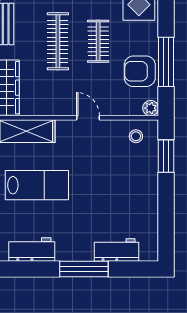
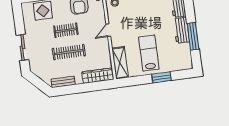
workbench: (32, 250) -> (181, 30), moved
window: (84, 269) -> (193, 36), moved

